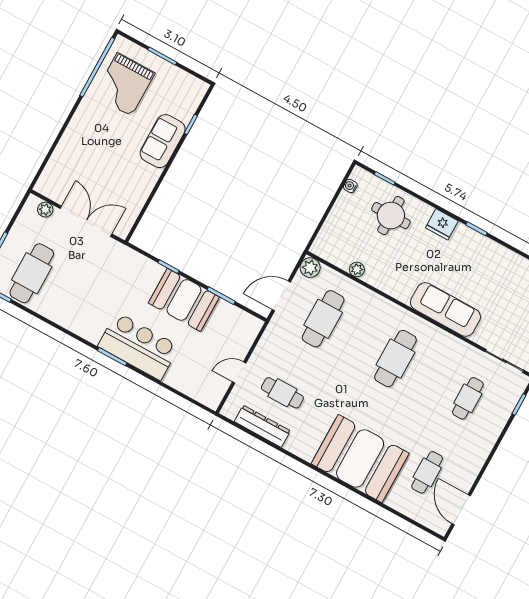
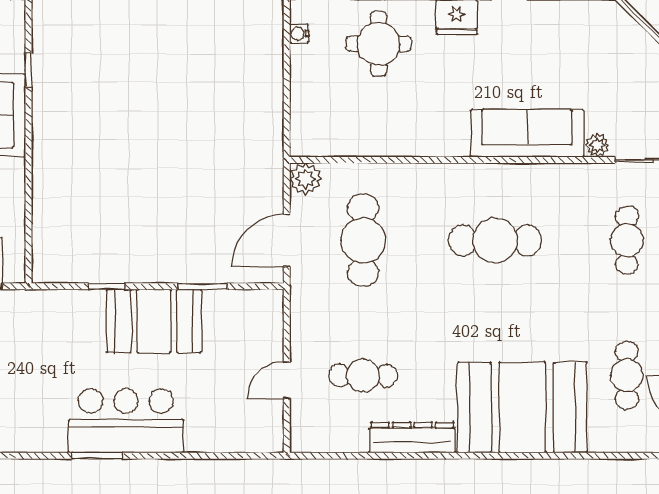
plant: (357, 269) -> (597, 145), moved
cafe table: (395, 359) -> (495, 240), turned 90
dresser: (262, 426) -> (412, 438), moved

